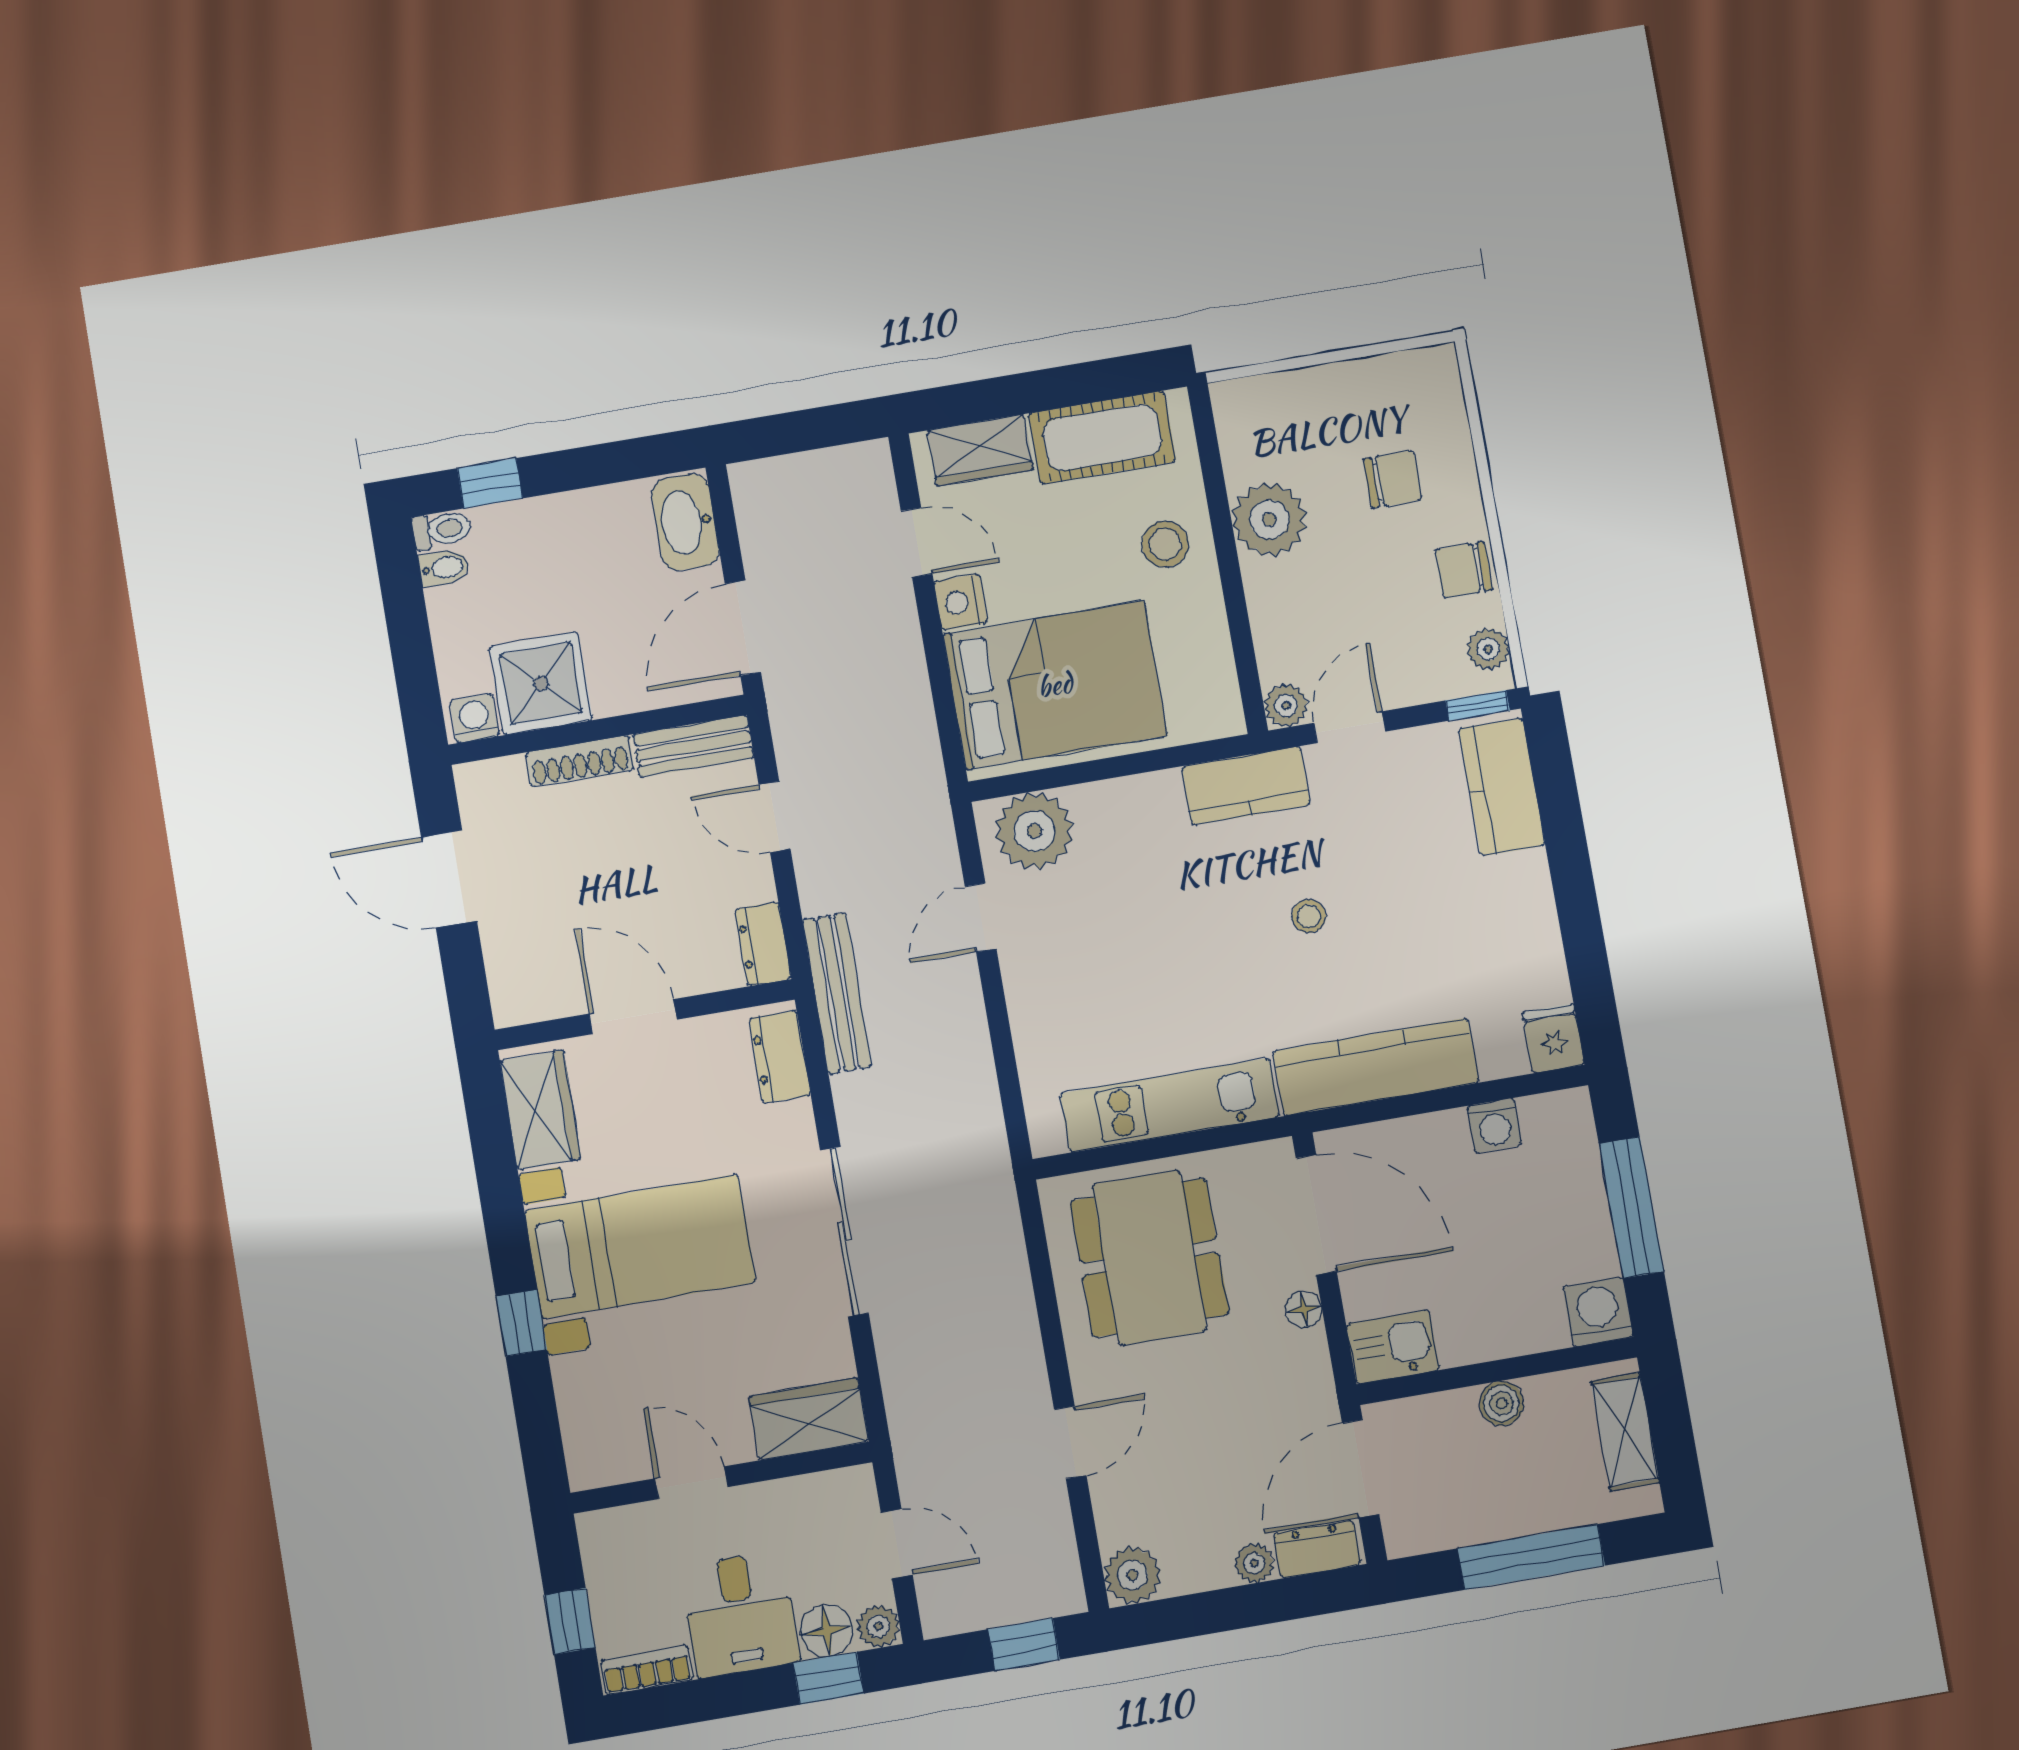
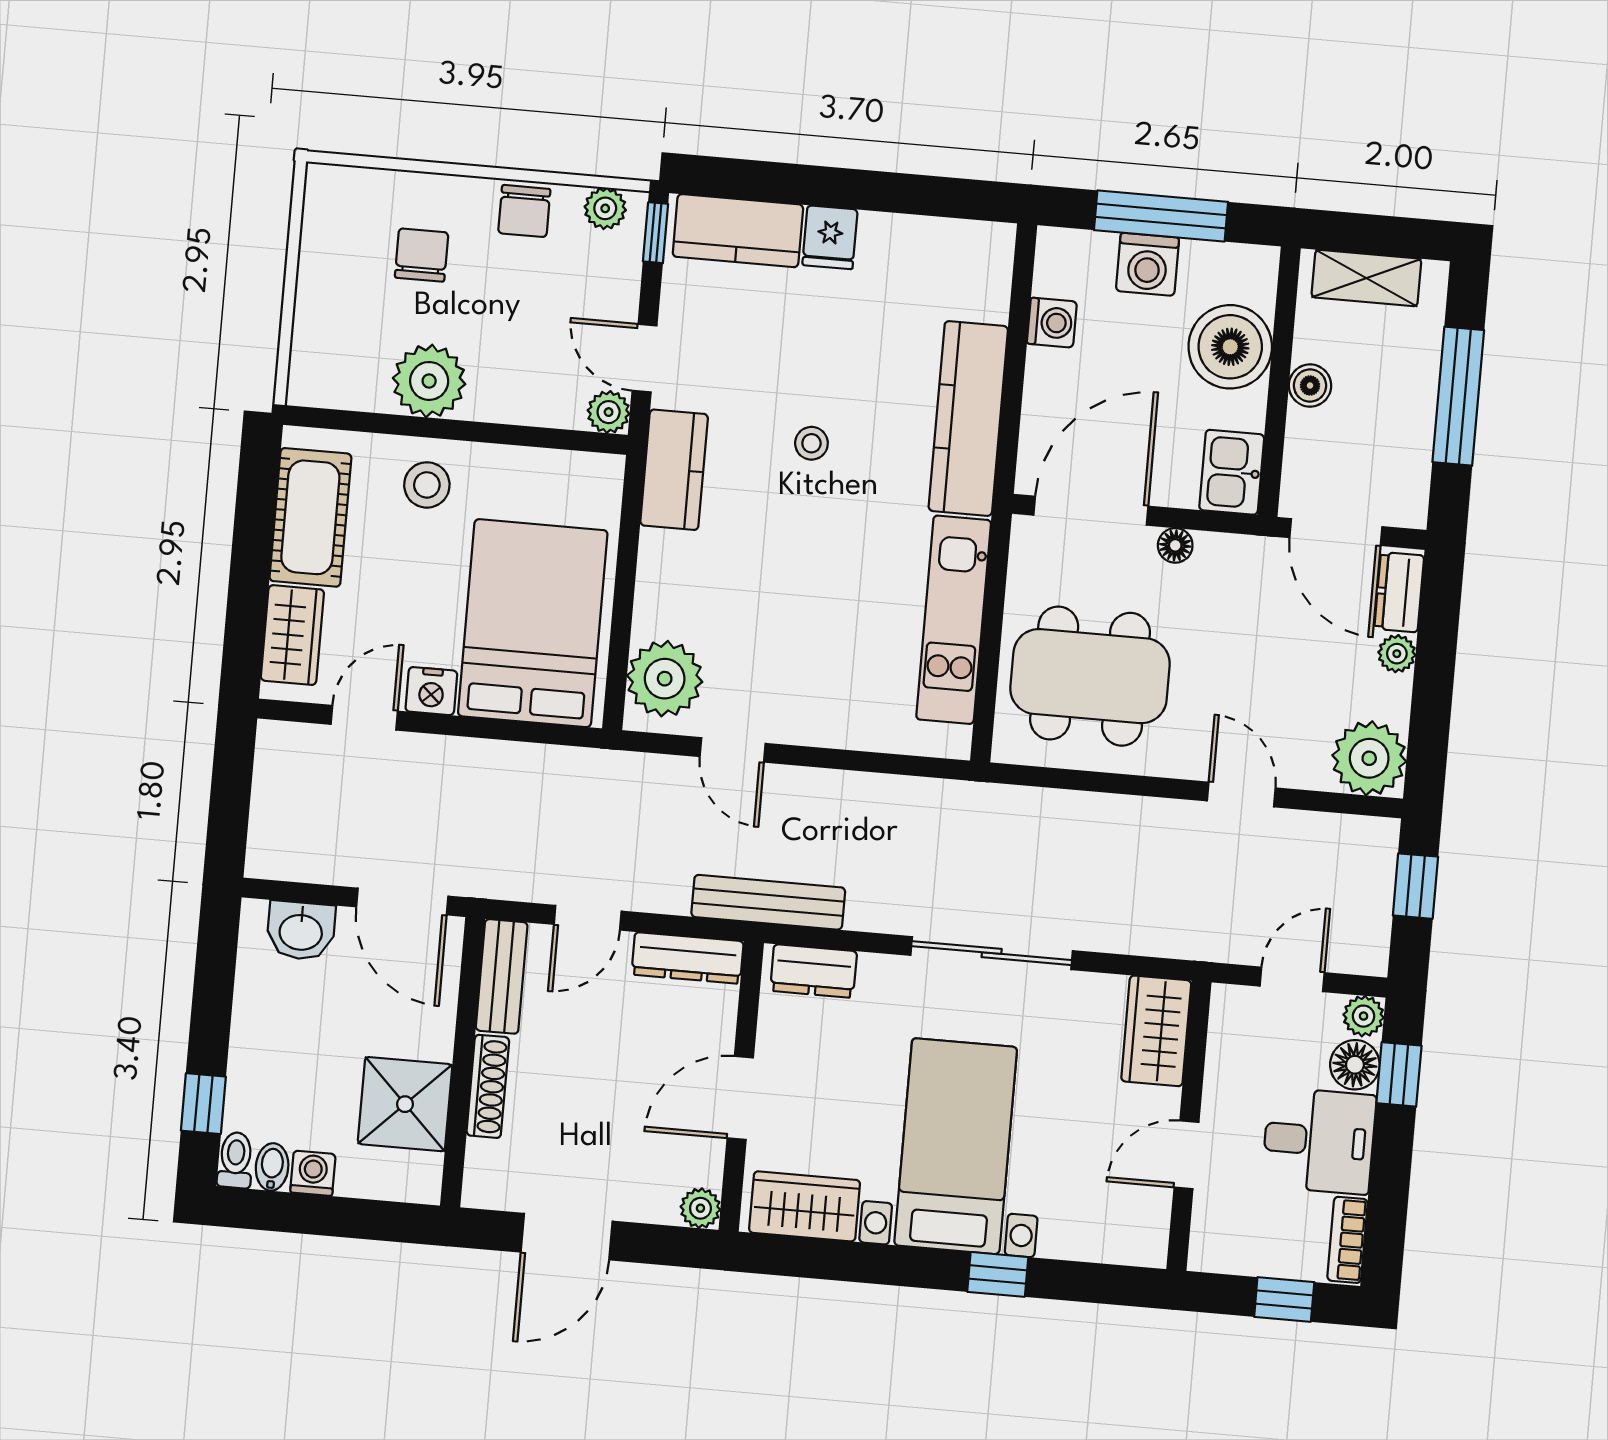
washbasin: (685, 522) -> (301, 931), width x0.72
washing machine: (474, 718) -> (313, 1173), moved, turned 90
dresser: (763, 944) -> (688, 958), width x1.44
plant: (512, 1006) -> (700, 1208), added
fridge: (1553, 1038) -> (830, 237), moved, turned -90
boiler: (1519, 1312) -> (1230, 347), added
washing machine: (1598, 1312) -> (1147, 264), moved, turned -90
plant: (1133, 1575) -> (1369, 758), width x1.36, depth x1.36

